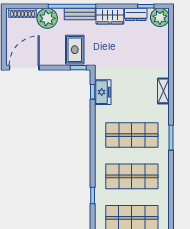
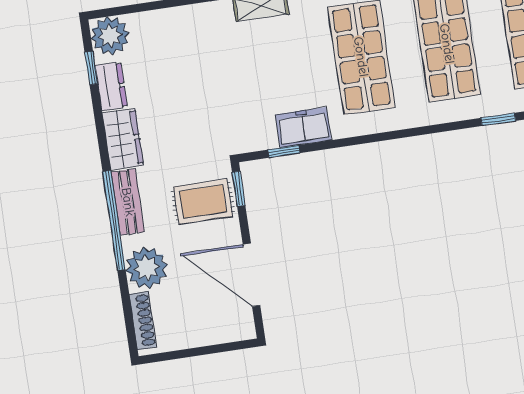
door: (24, 68) -> (252, 275), moved
freezer: (103, 92) -> (303, 127), moved

